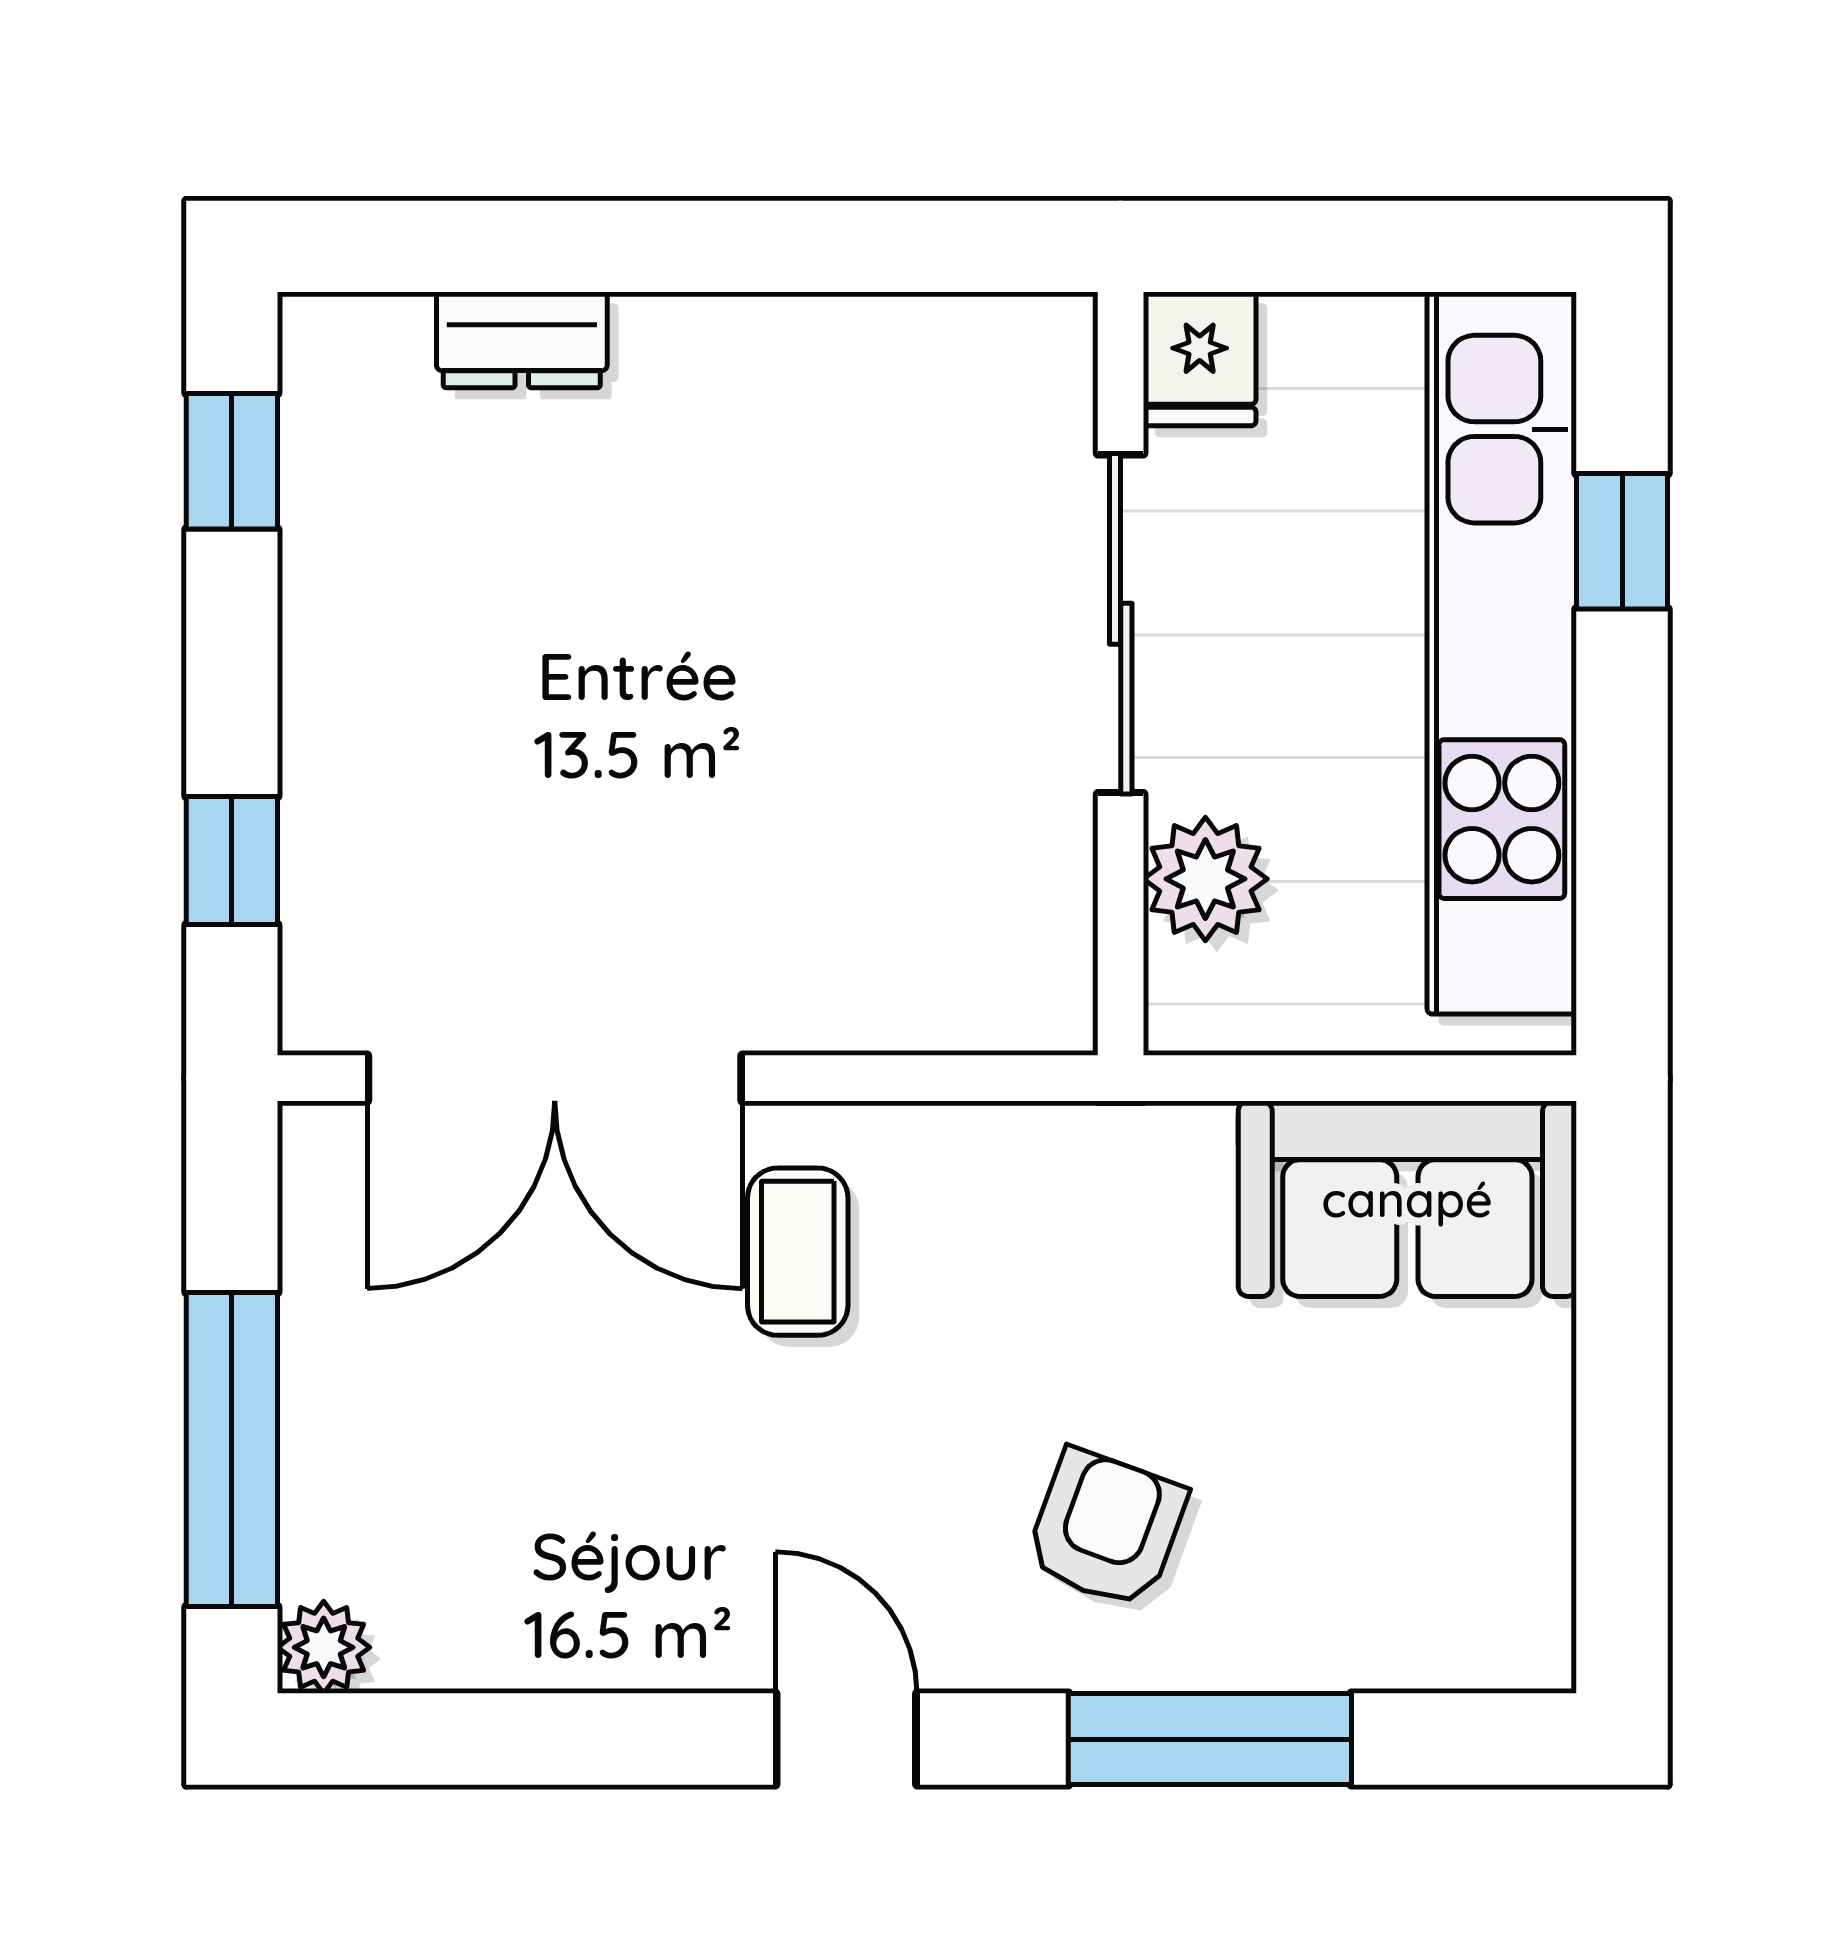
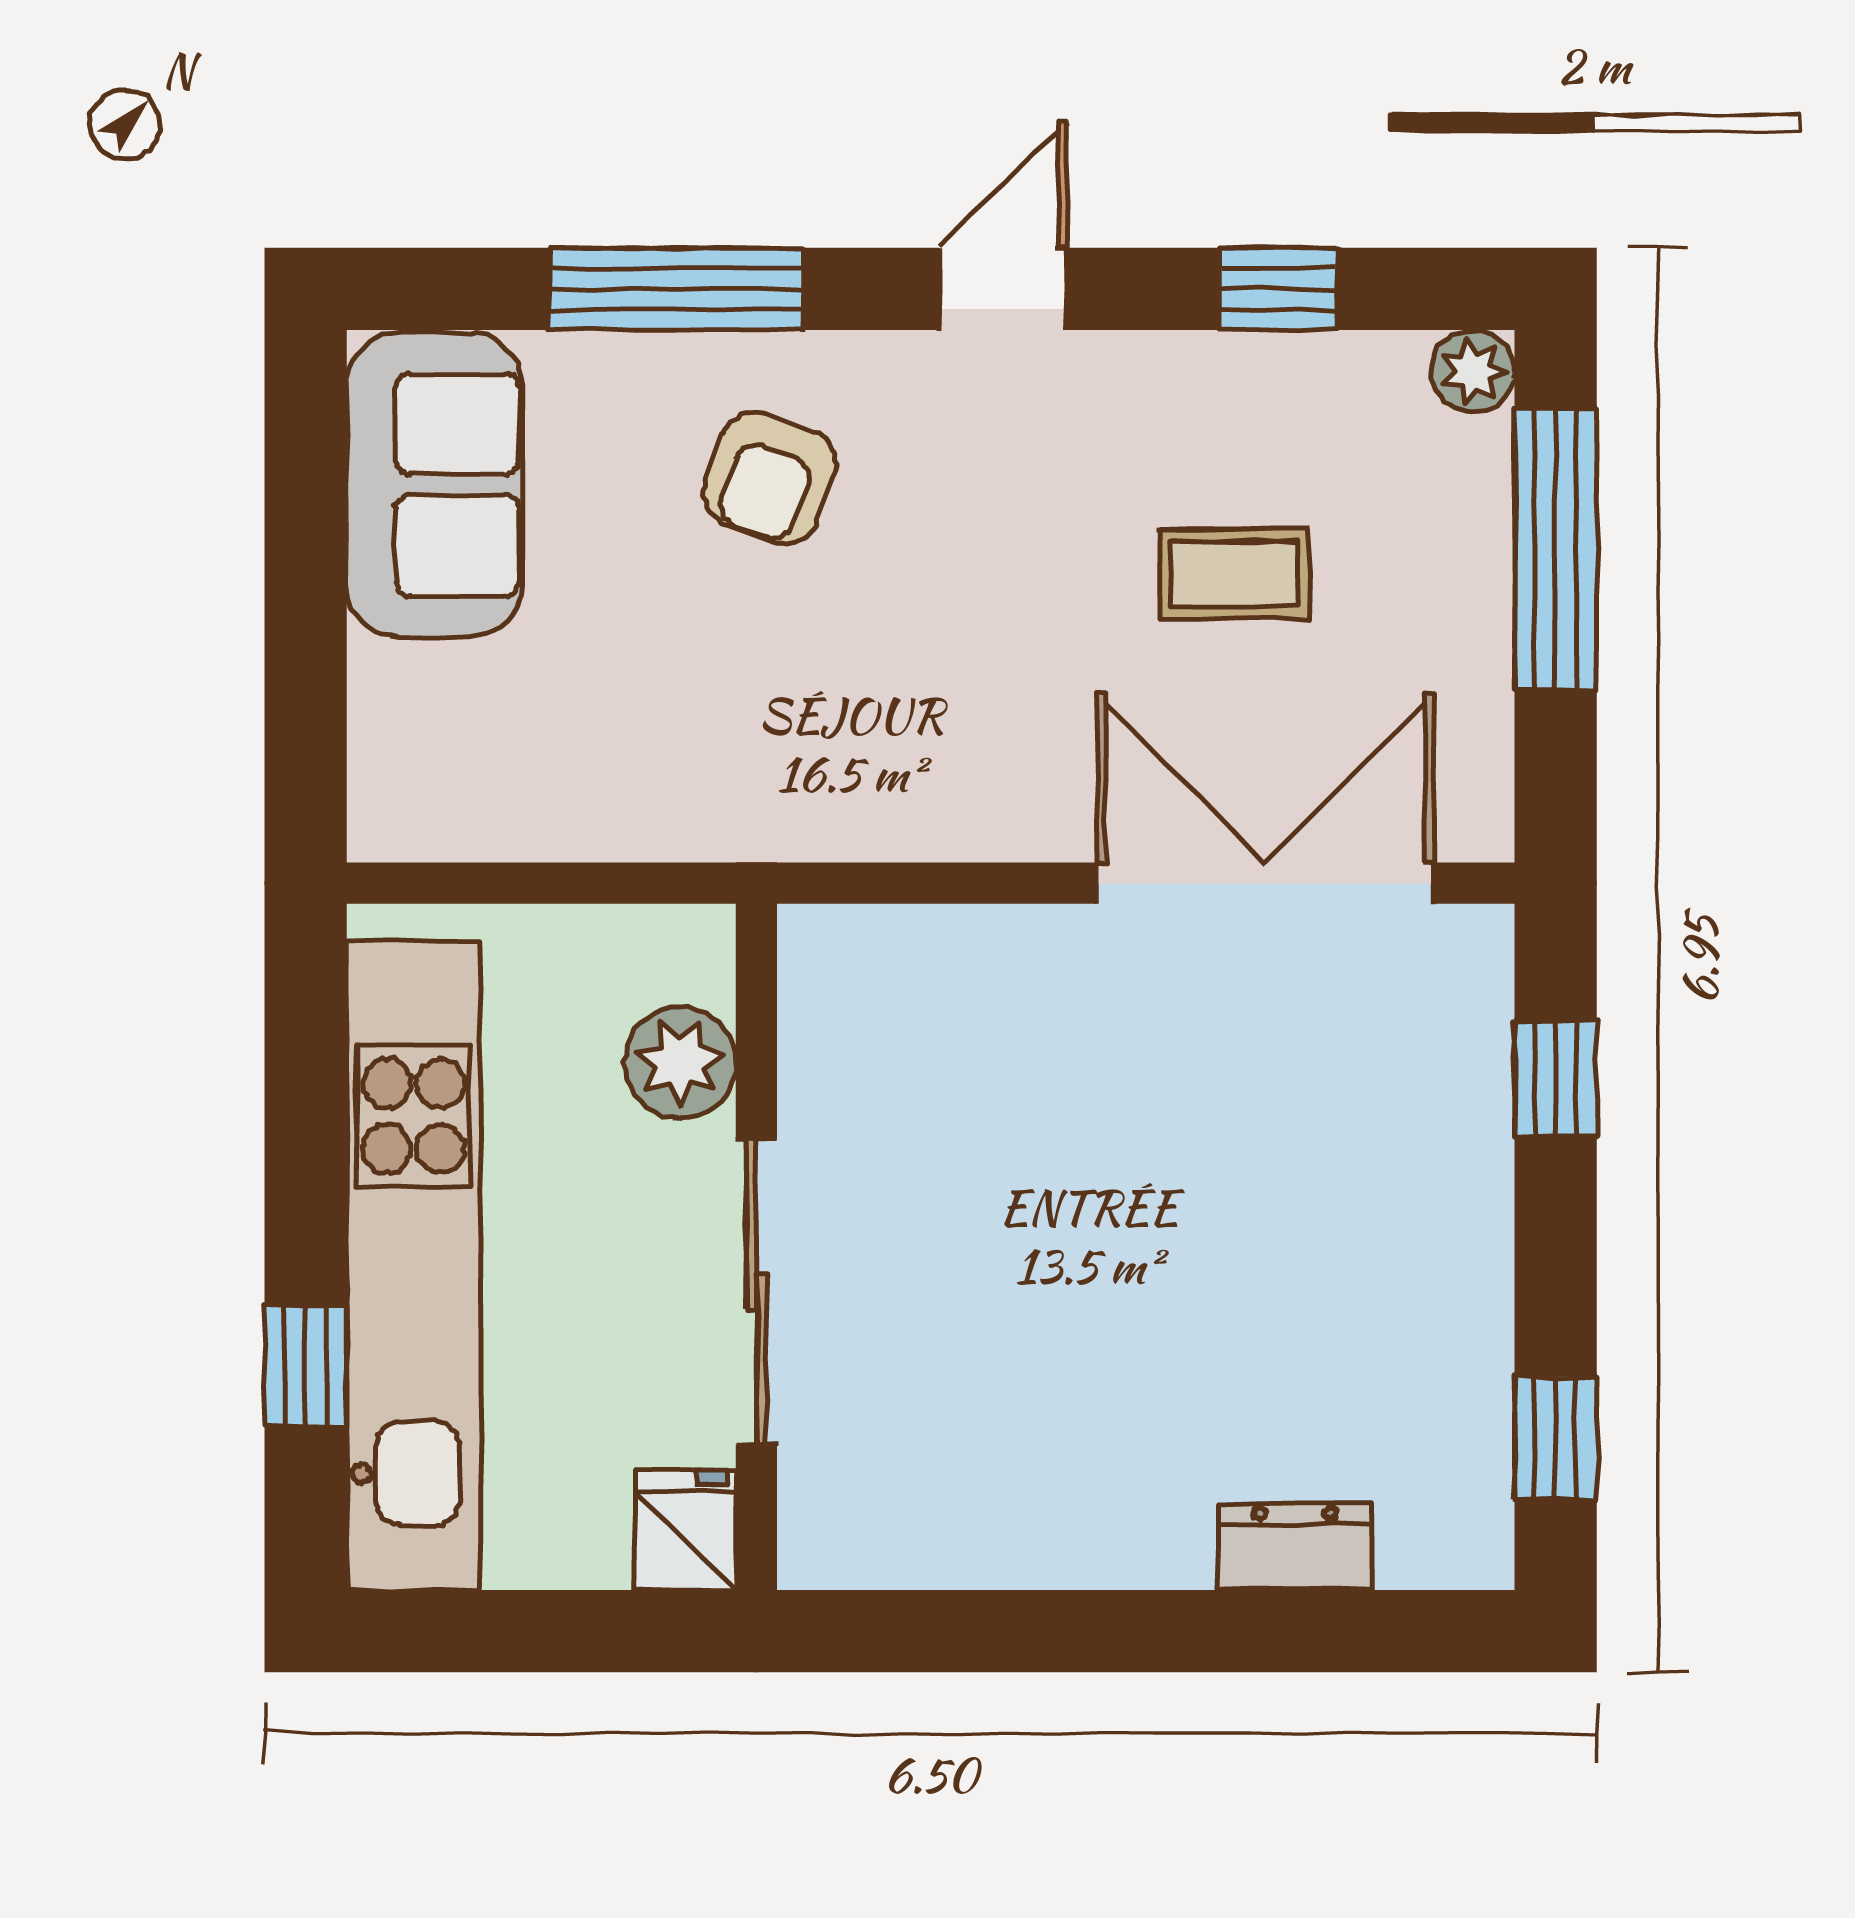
sofa: (1407, 1199) -> (434, 485), moved, turned 90
coffee table: (798, 1252) -> (1234, 574), moved, turned 90
window: (540, 1739) -> (1279, 289), added
door: (846, 1739) -> (1003, 289), swing flipped

